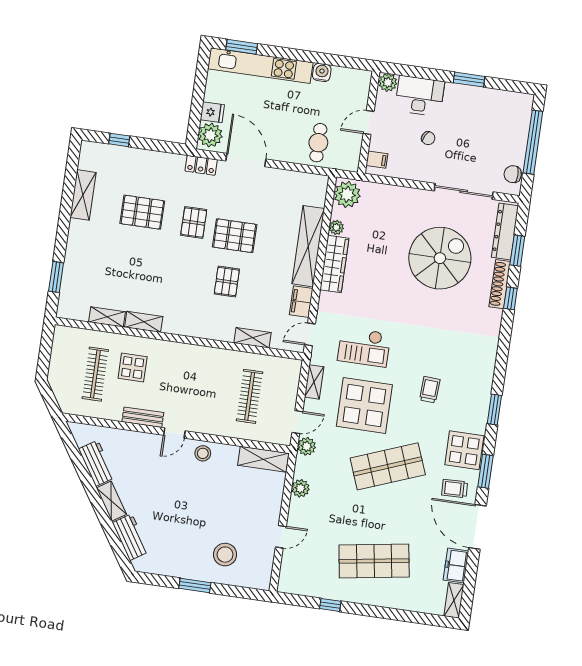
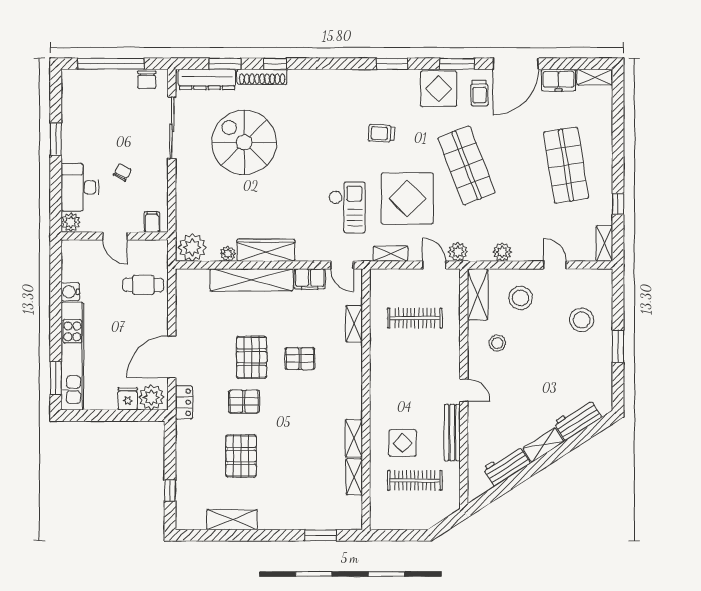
bench: (143, 417) -> (452, 433), width x1.36
stool: (203, 453) -> (497, 343), moved
stool: (254, 500) -> (521, 298), added
shelving: (295, 587) -> (604, 243), added

